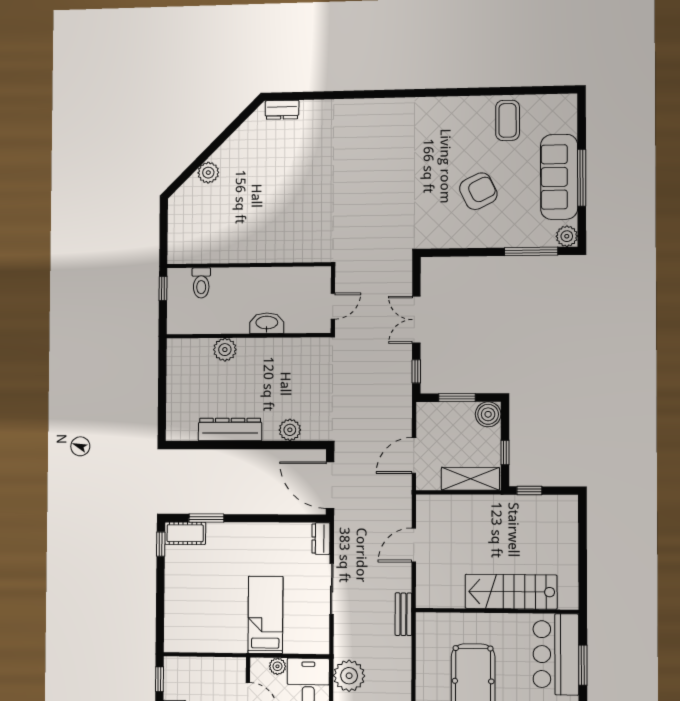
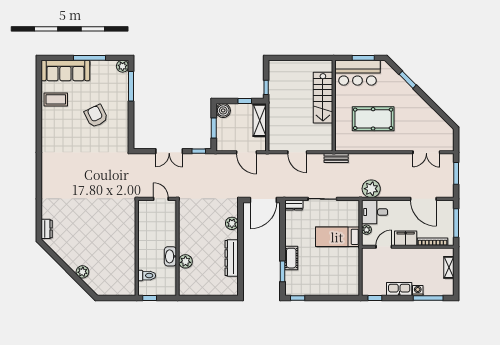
sofa: (559, 177) -> (65, 71), moved
washbasin: (267, 323) -> (170, 256), moved
cot: (185, 533) -> (291, 258), moved

